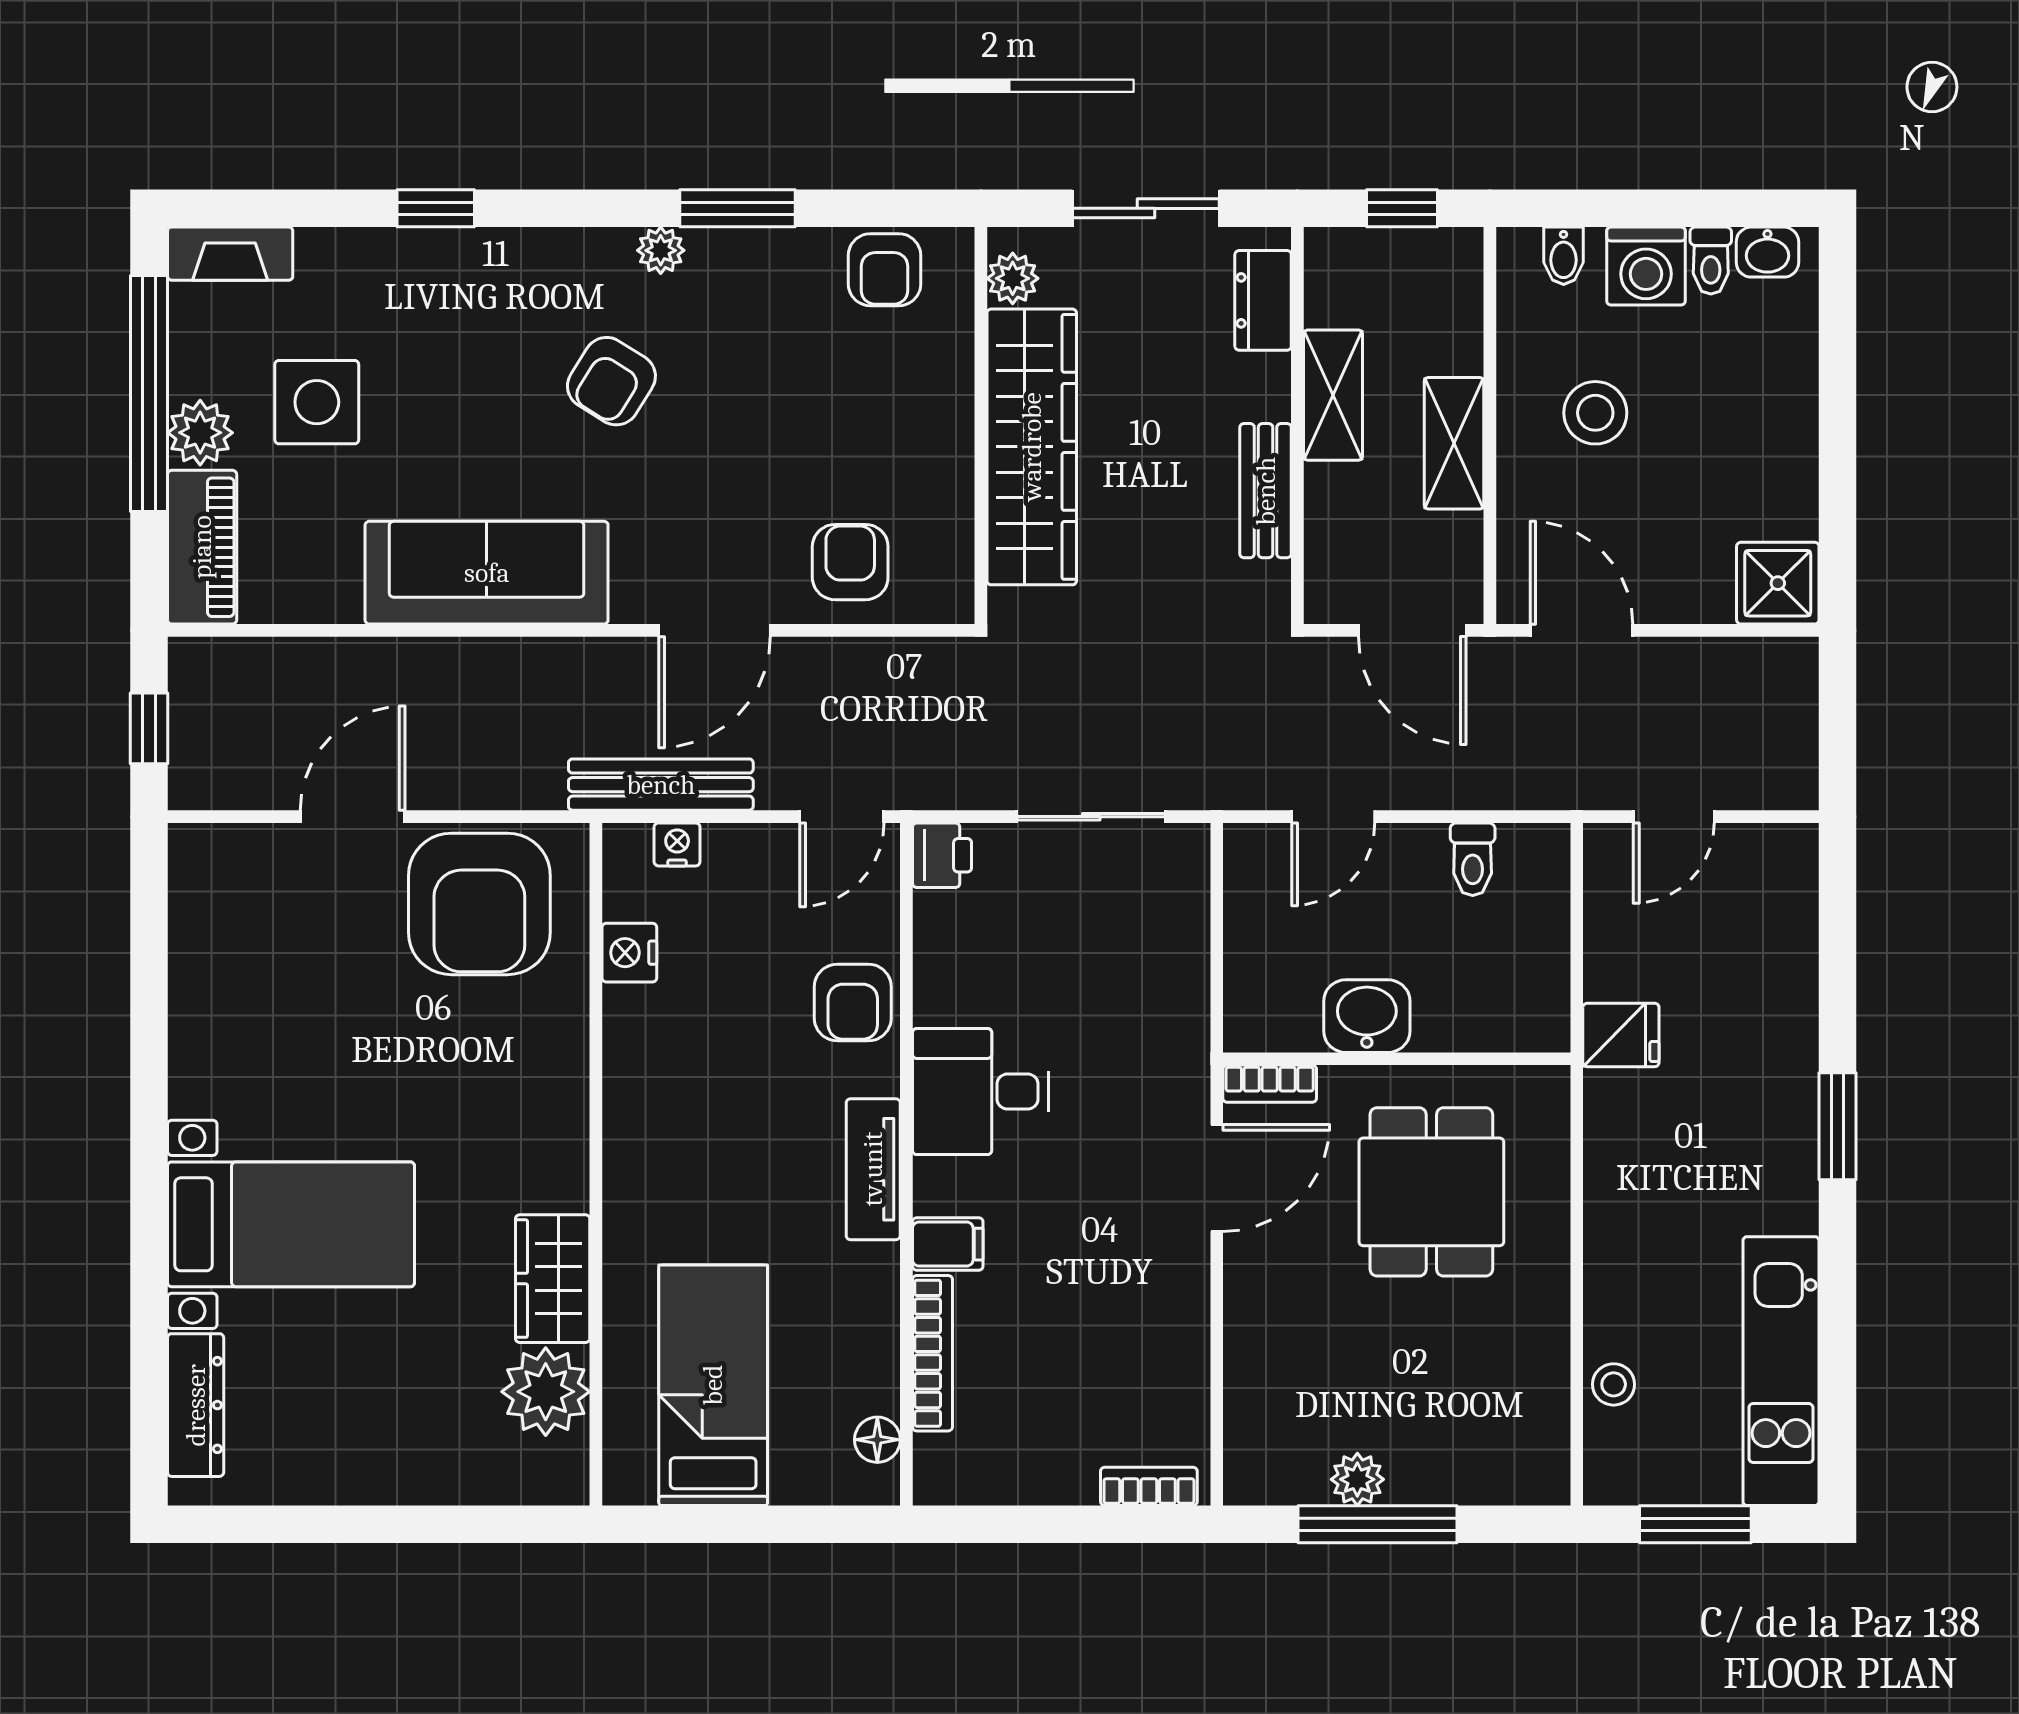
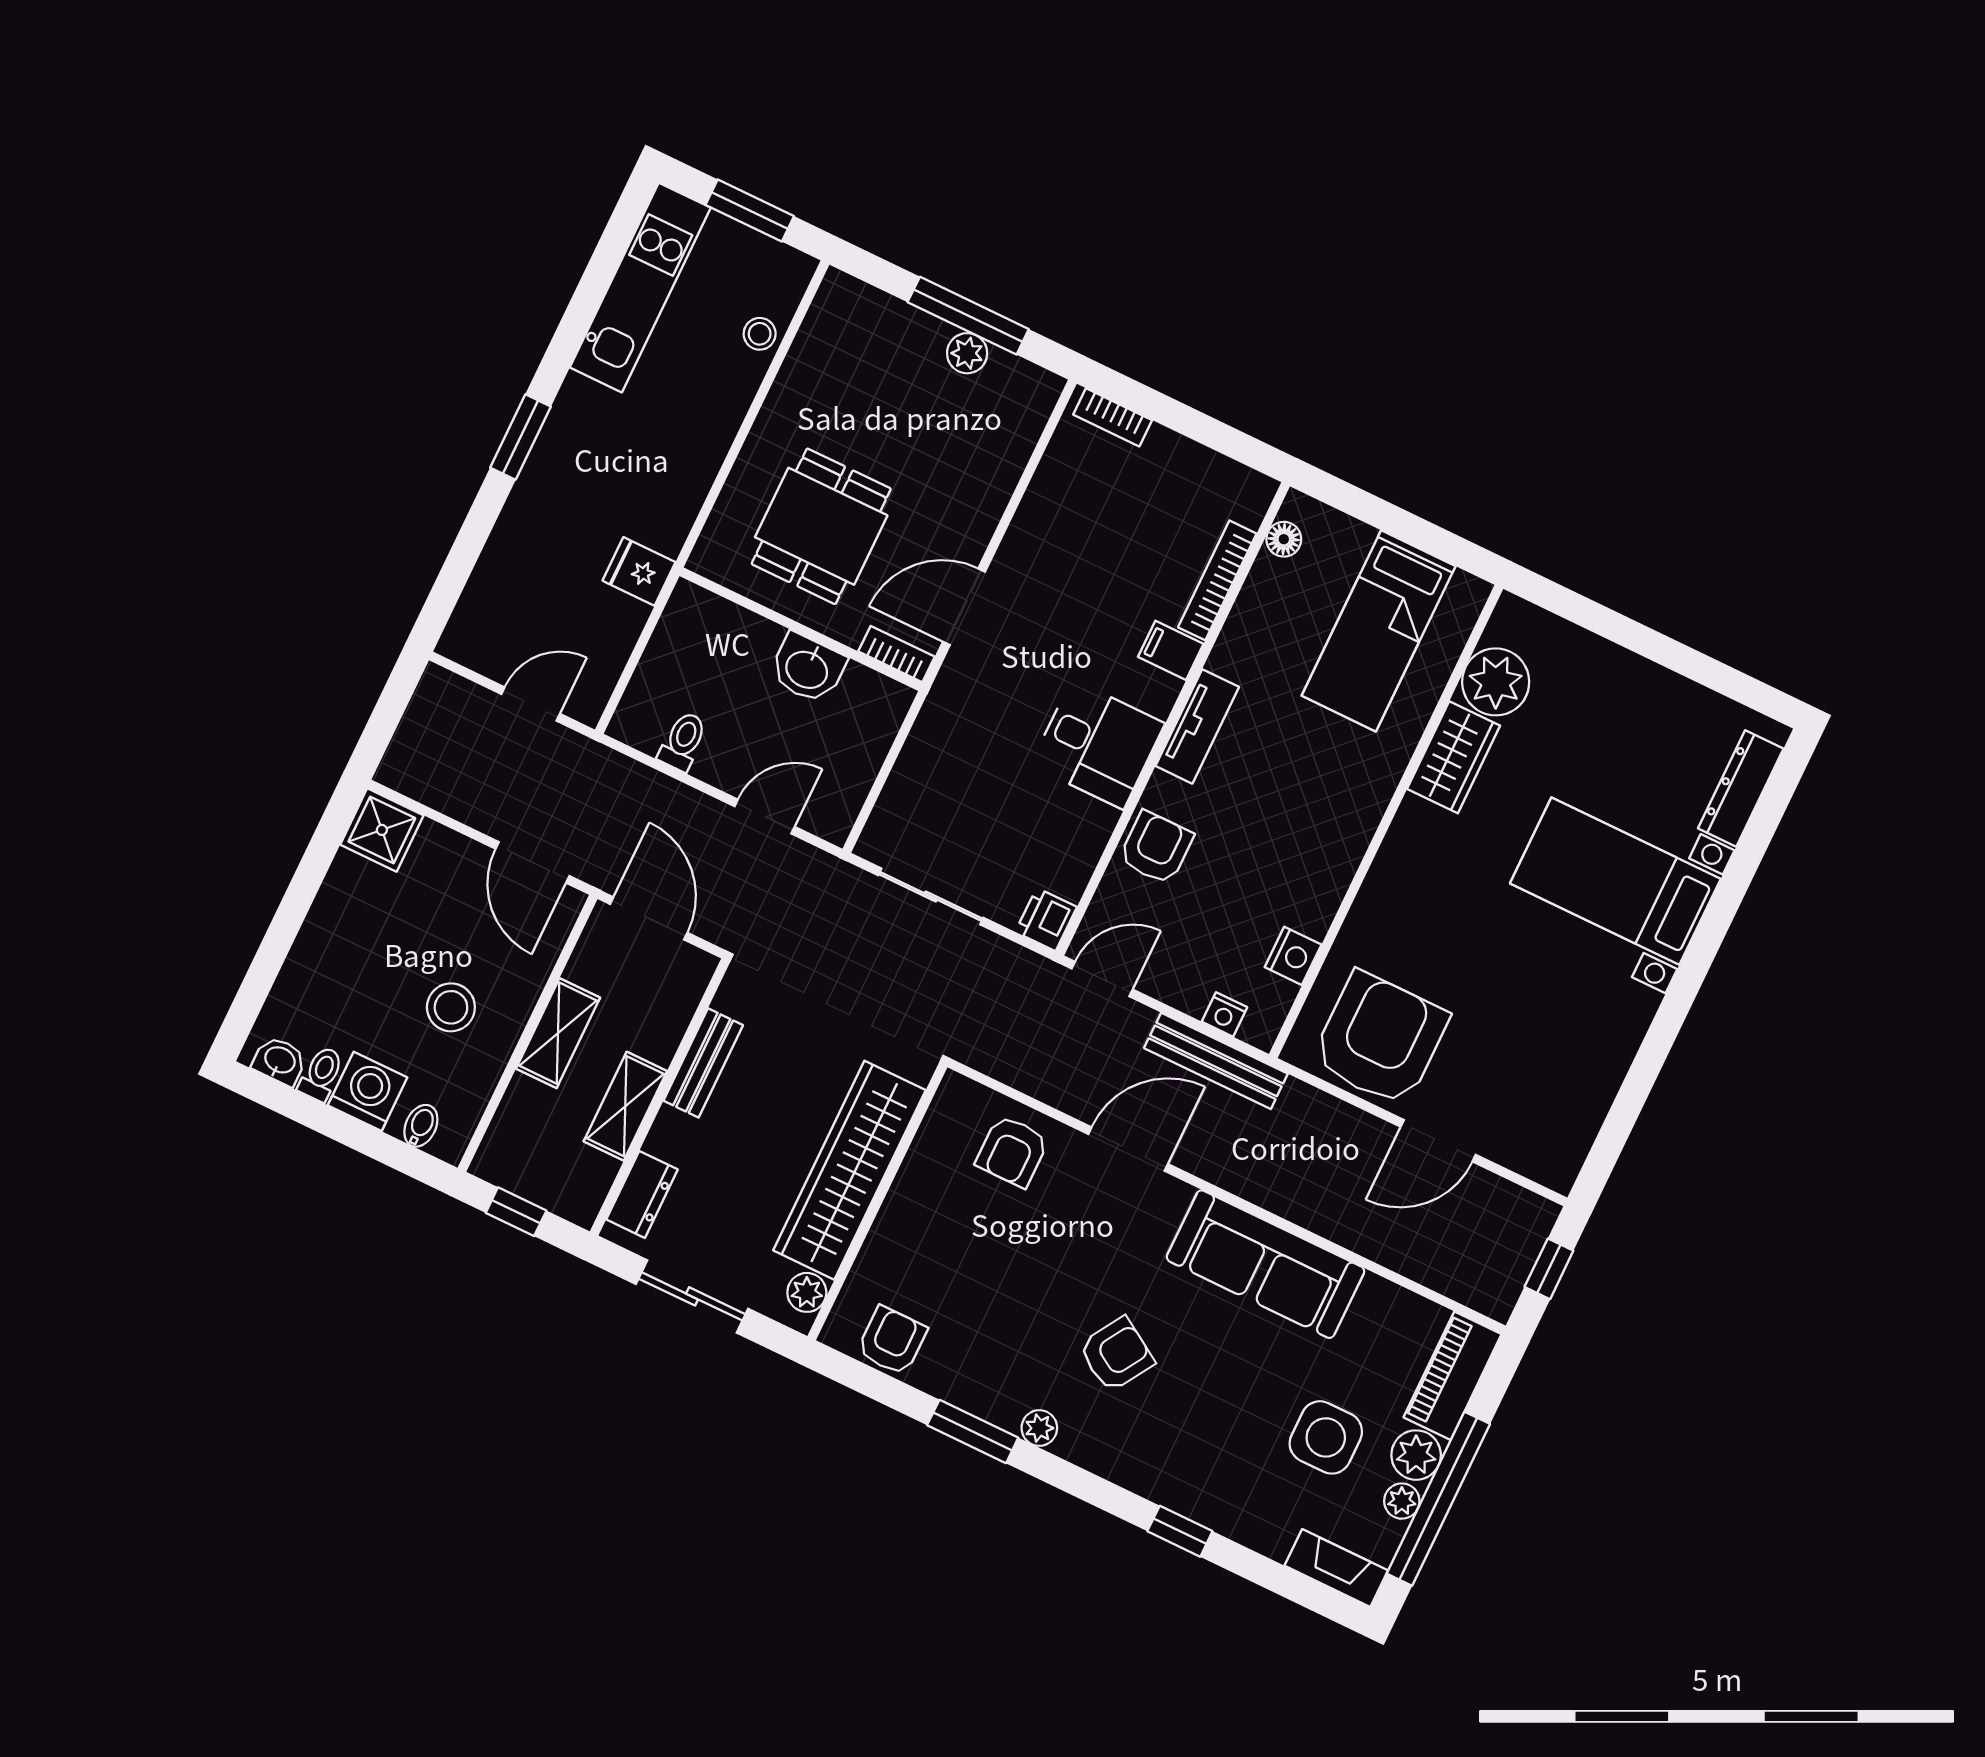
plant: (191, 370) -> (1402, 1501), added

